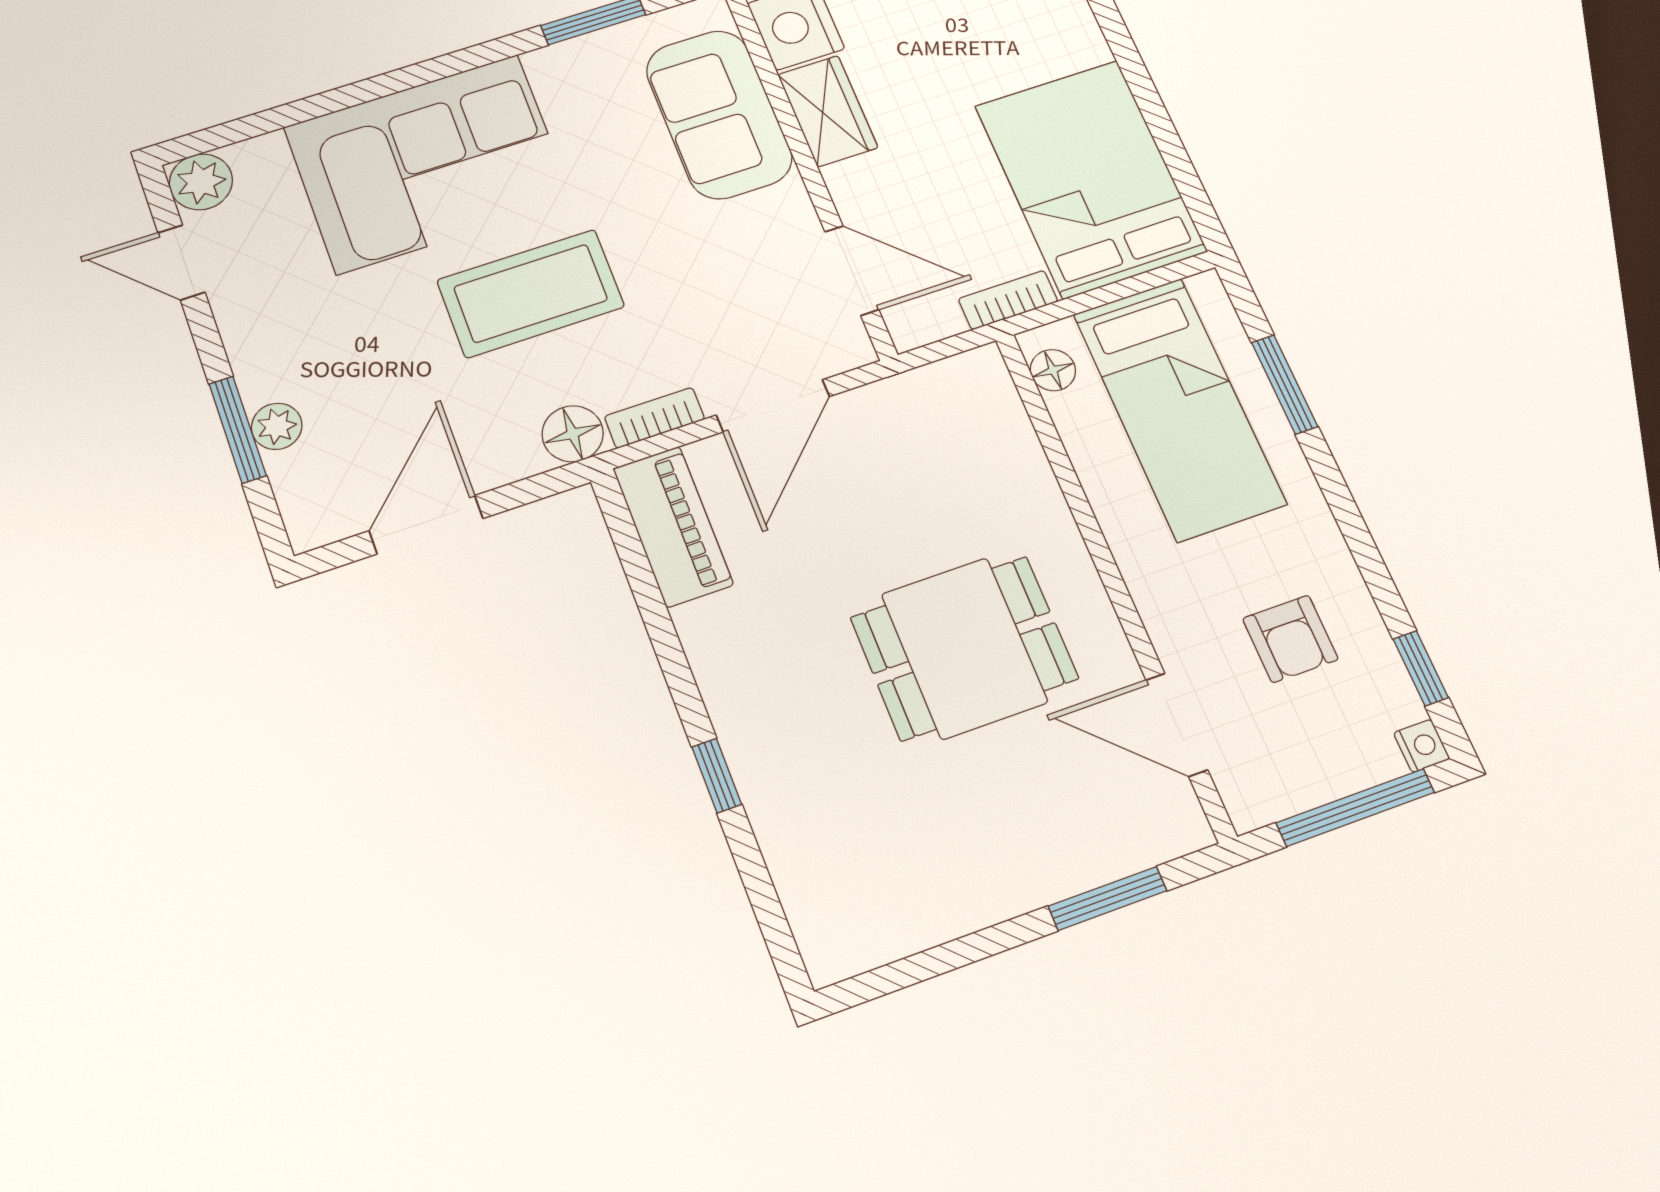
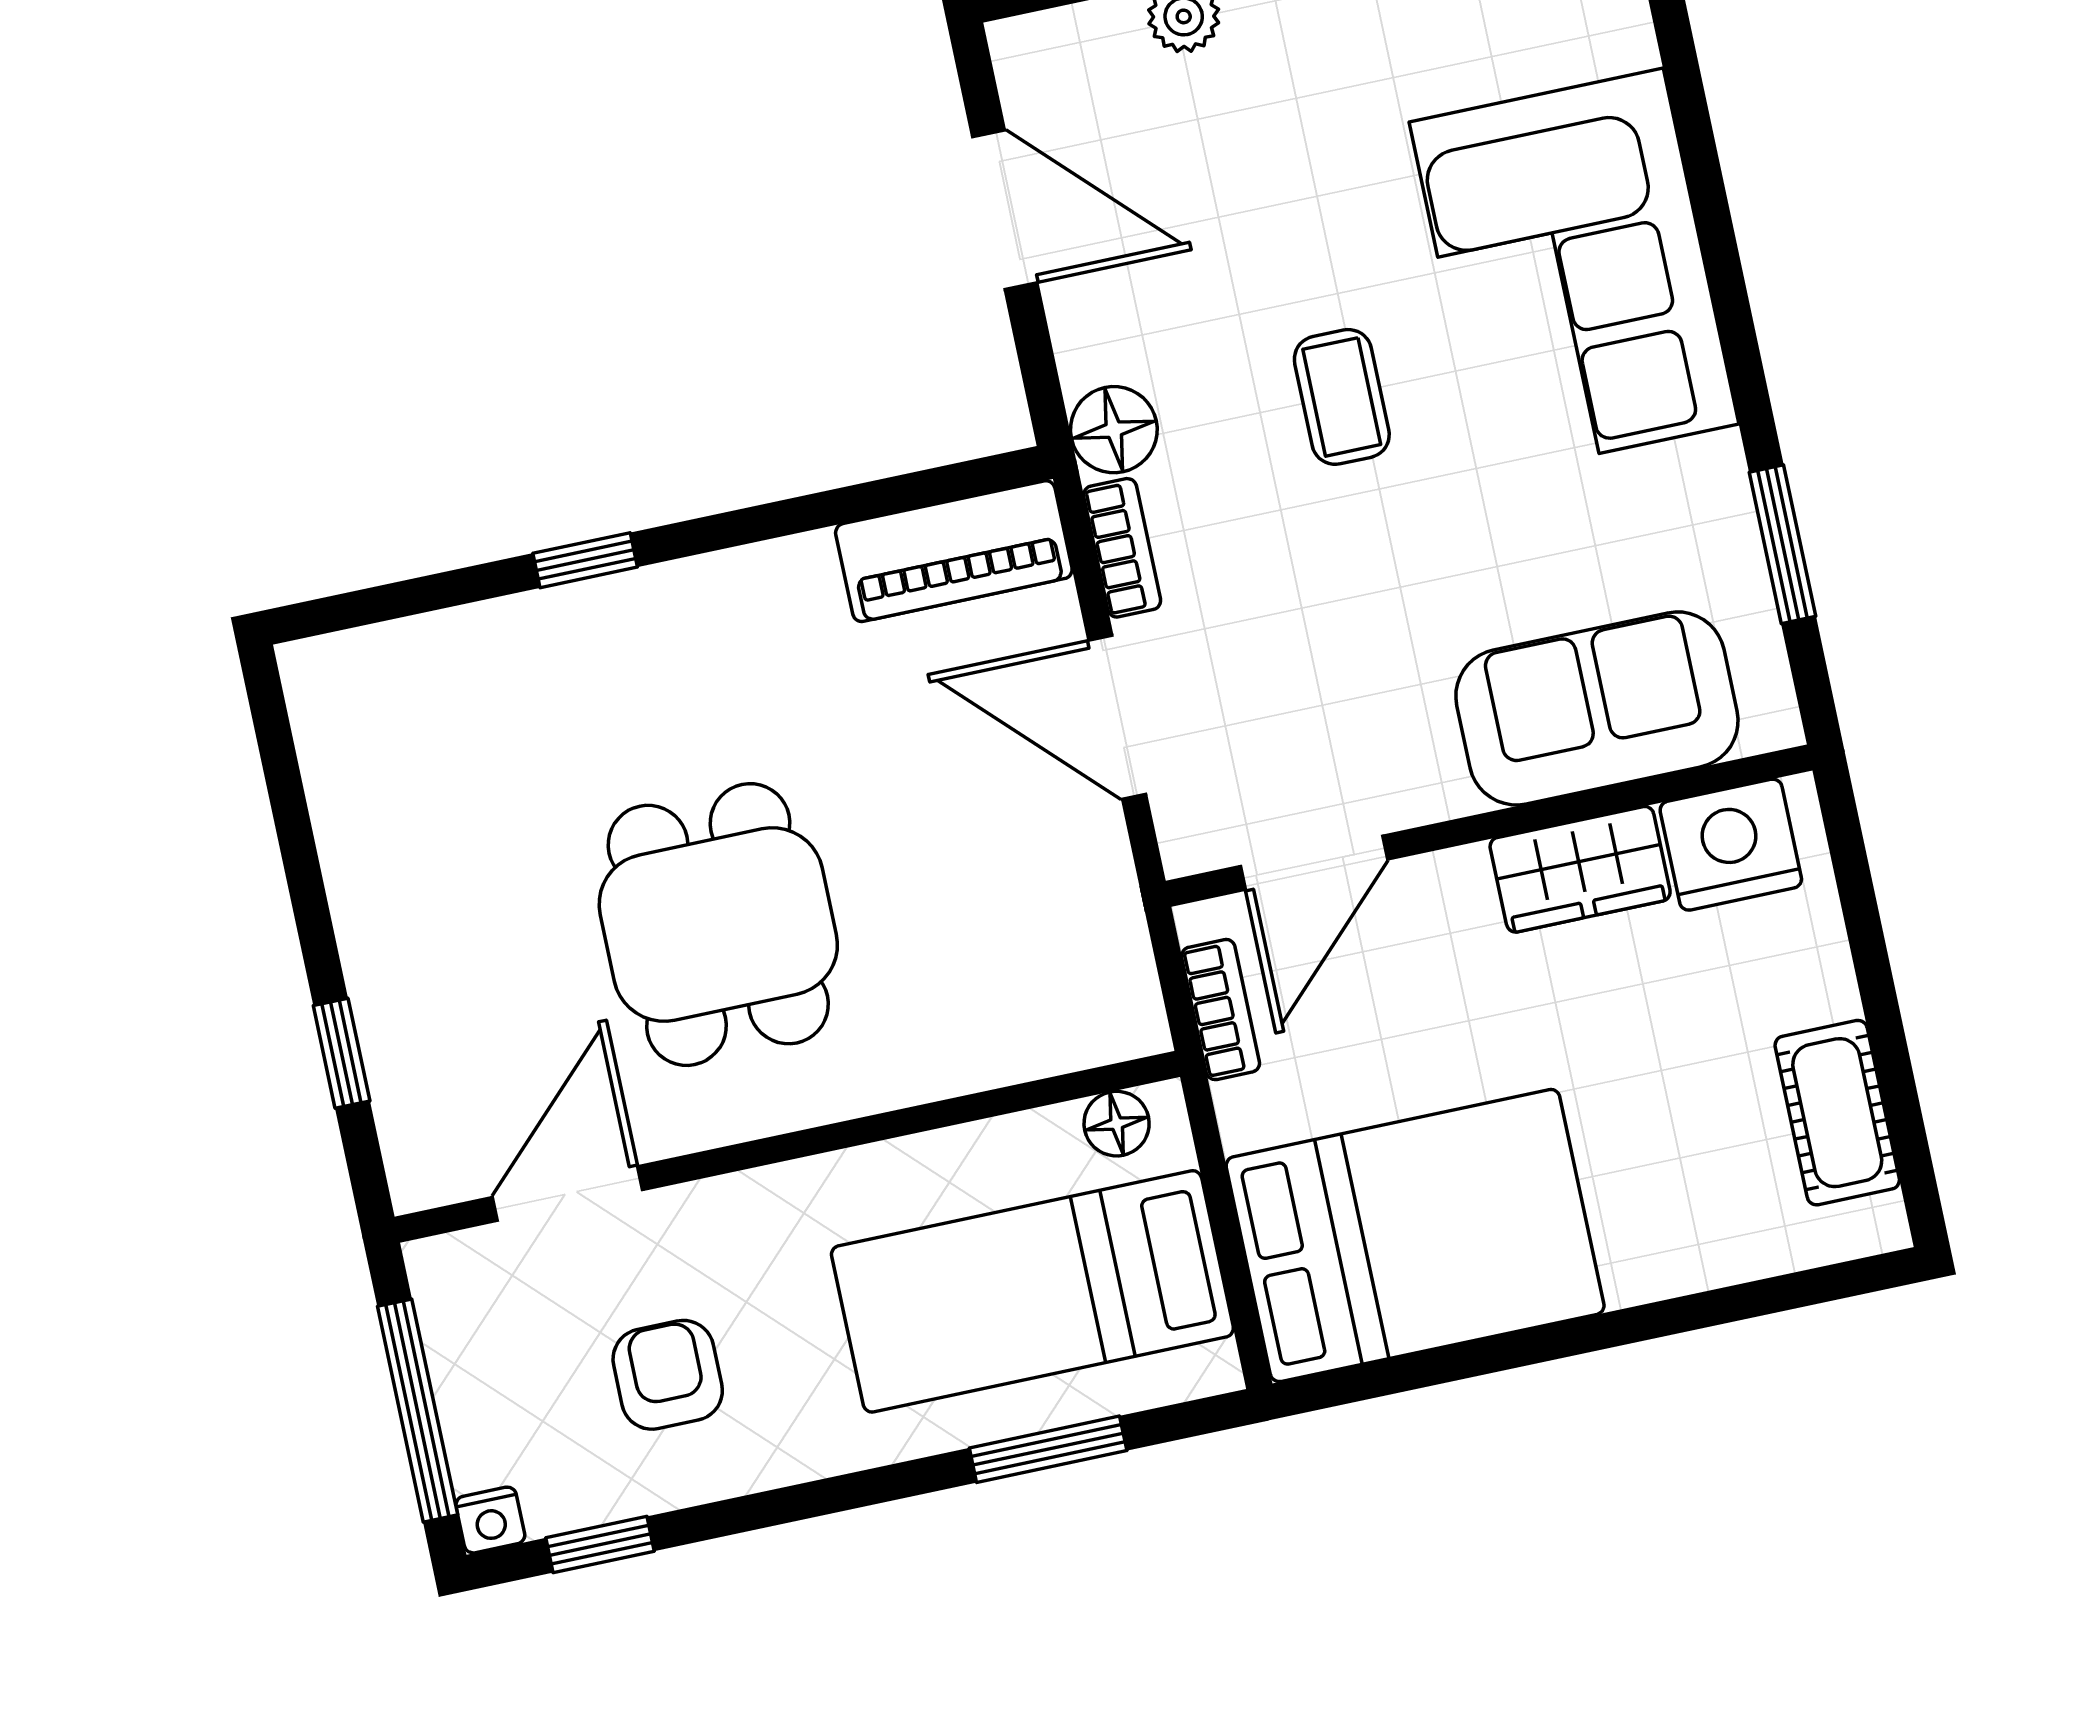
coffee table: (531, 293) -> (1342, 397), width x0.54, depth x0.58
bookcase: (1008, 300) -> (1221, 1010), moved
armchair: (1290, 639) -> (668, 1375), turned 90
window: (1108, 898) -> (342, 1053), width x0.67

